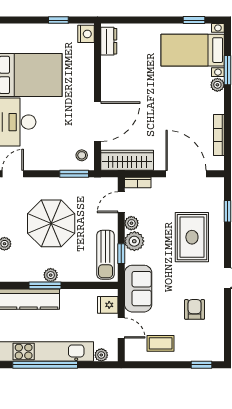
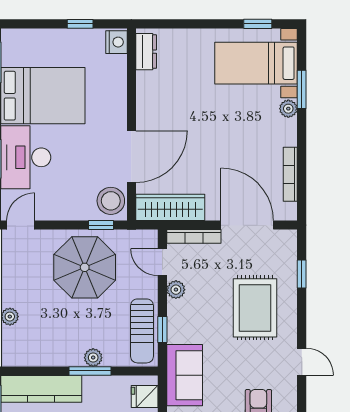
stool: (82, 155) -> (111, 201), width x1.89, depth x1.89
window: (74, 174) -> (101, 225), width x0.67
bookcase: (138, 182) -> (194, 236), width x1.56
door: (121, 202) -> (162, 262), hinge flipped
parasol: (51, 223) -> (85, 267), moved
plant: (134, 241) -> (180, 313), removed
plant: (51, 275) -> (93, 358), moved
window: (45, 285) -> (90, 371), moved

